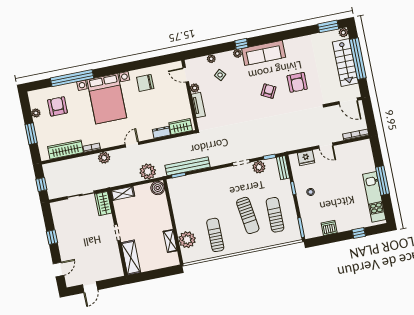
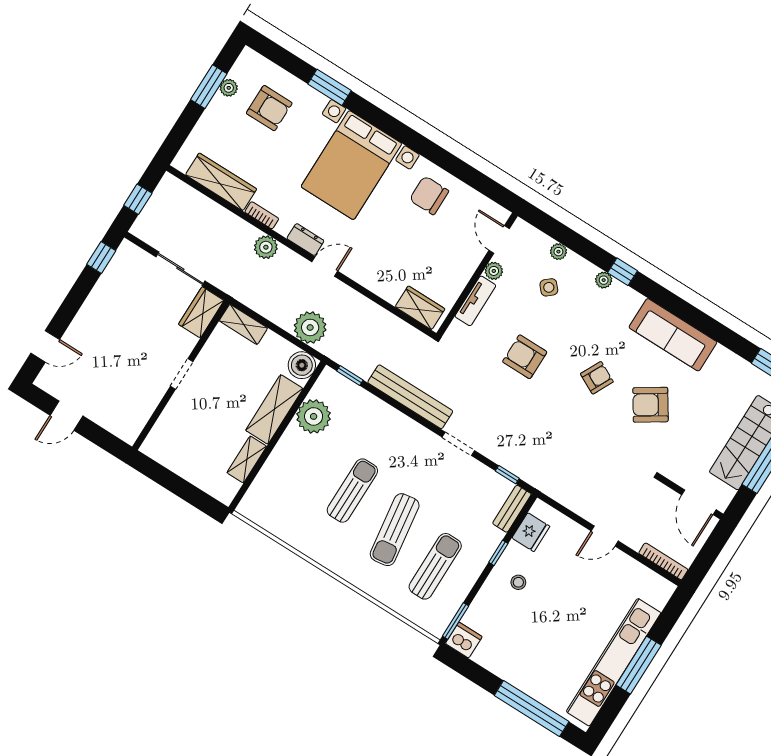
sofa: (264, 53) -> (673, 335), moved
window: (72, 78) -> (330, 87), width x0.47
armchair: (297, 82) -> (650, 405), turned 57
armchair: (57, 106) -> (269, 108), turned 90
armchair: (235, 108) -> (525, 357), added
dresser: (161, 132) -> (305, 240), moved
window: (31, 134) -> (209, 87), moved
door: (326, 146) -> (605, 536), hinge flipped
fridge: (306, 158) -> (531, 532), moved, turned -90
bench: (187, 166) -> (410, 397), moved
plant: (259, 167) -> (478, 475), removed
kitchen unit: (374, 197) -> (614, 662), width x1.36
dishwasher: (329, 228) -> (464, 640), moved
window: (359, 233) -> (532, 709), width x3.17
sun lounger: (215, 235) -> (352, 491), moved
window: (52, 237) -> (101, 257), moved
plant: (187, 240) -> (314, 416), moved
shelving: (131, 258) -> (274, 409), moved

